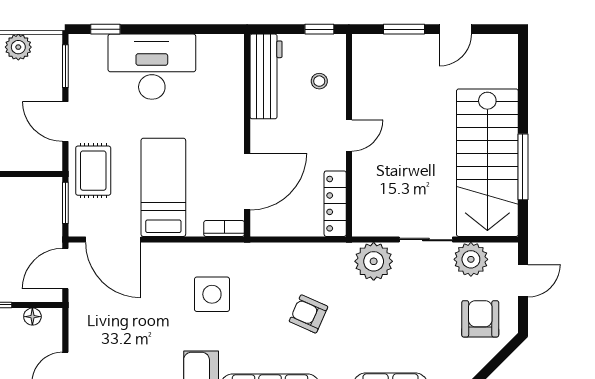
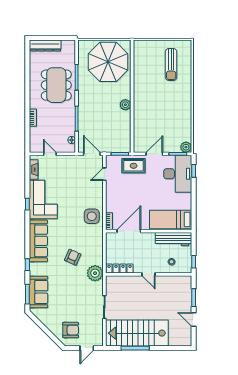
plant: (18, 47) -> (186, 147), moved
desk: (152, 67) -> (178, 174), moved
door: (247, 182) -> (129, 231), swing flipped
bed: (163, 187) -> (171, 219), moved, turned 180
door: (113, 240) -> (104, 174), width x0.53
plant: (471, 259) -> (96, 326), removed
plant: (374, 261) -> (95, 273), moved
door: (523, 281) -> (87, 348), hinge flipped
side table: (212, 294) -> (92, 216), moved

